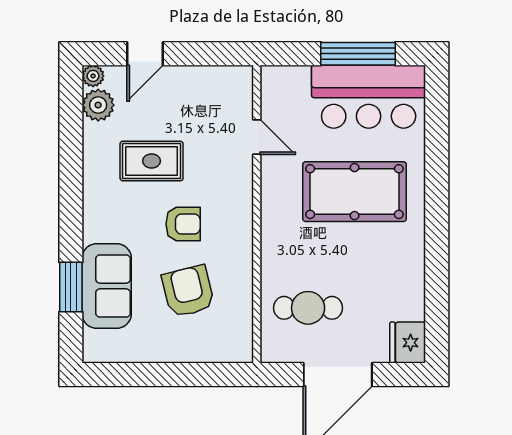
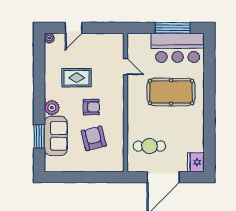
plant: (98, 105) -> (52, 108), moved

